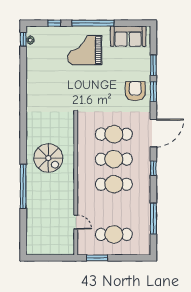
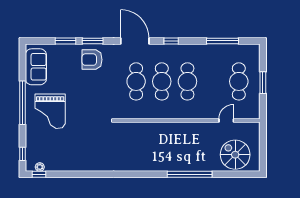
window: (54, 23) -> (22, 154), moved
spiral stairs: (48, 158) -> (235, 155), moved, turned -90
window: (97, 258) -> (263, 83), moved

